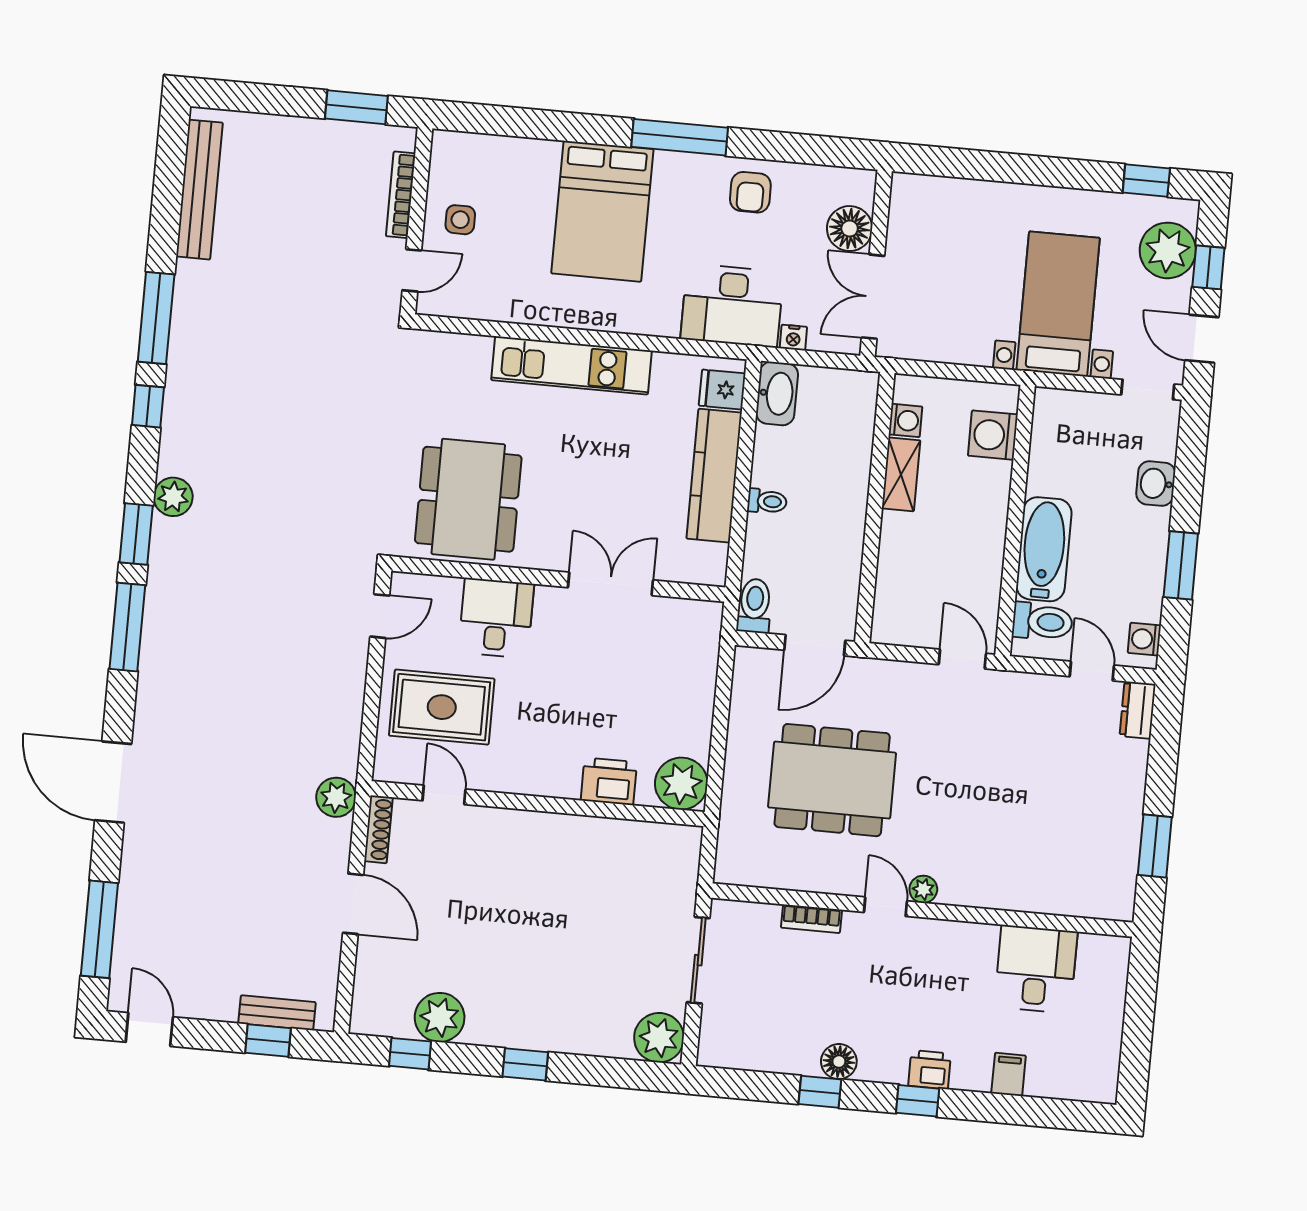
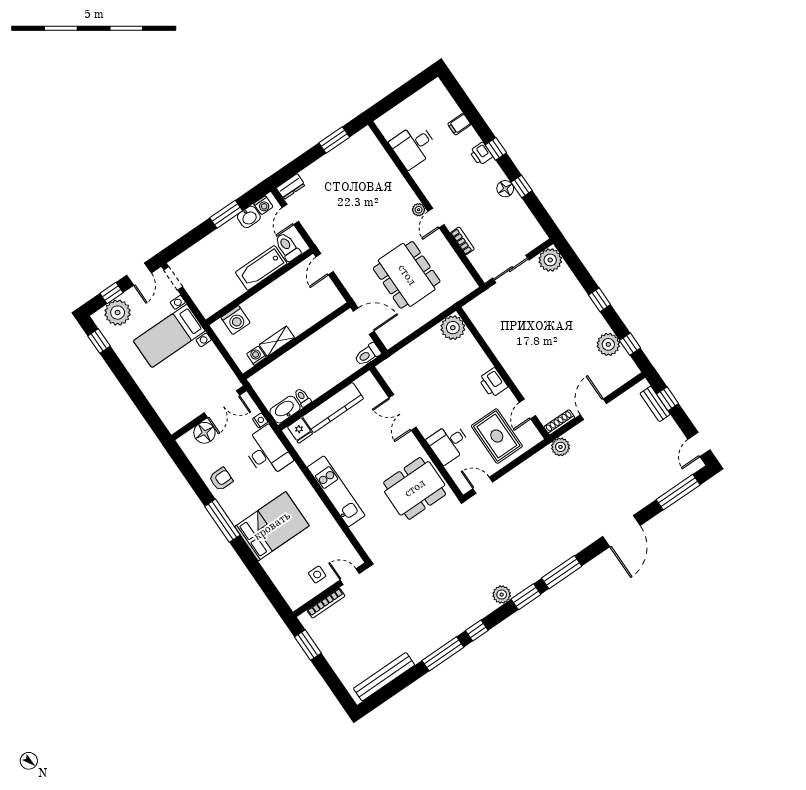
washbasin: (1156, 484) -> (249, 217), moved
toilet: (767, 501) -> (302, 397), moved
printer: (609, 781) -> (493, 383), moved

